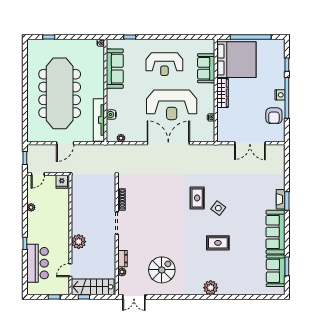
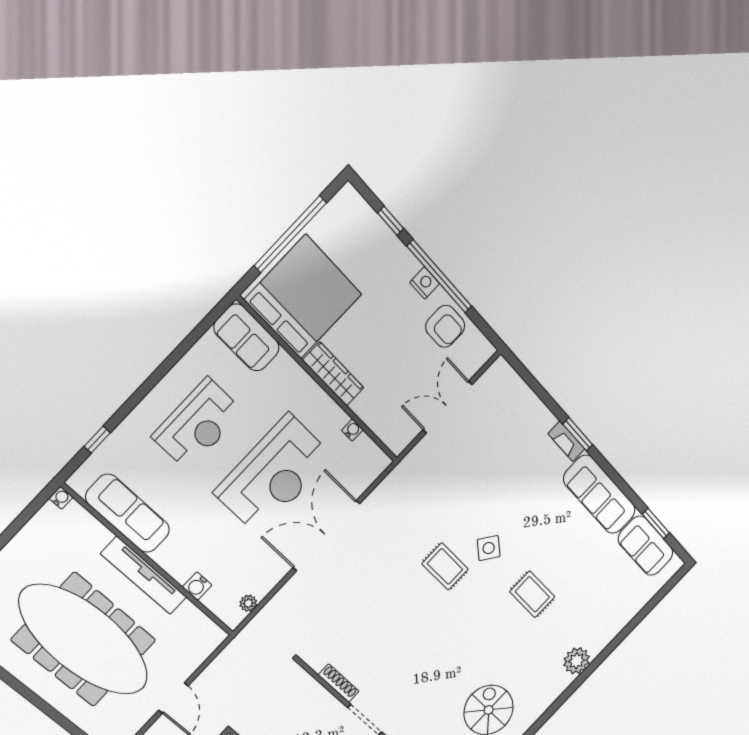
sofa: (206, 68) -> (247, 338), moved
tv unit: (99, 120) -> (144, 576), moved
double door: (250, 143) -> (448, 407), swing flipped
rug: (218, 243) -> (532, 594), turned 90

